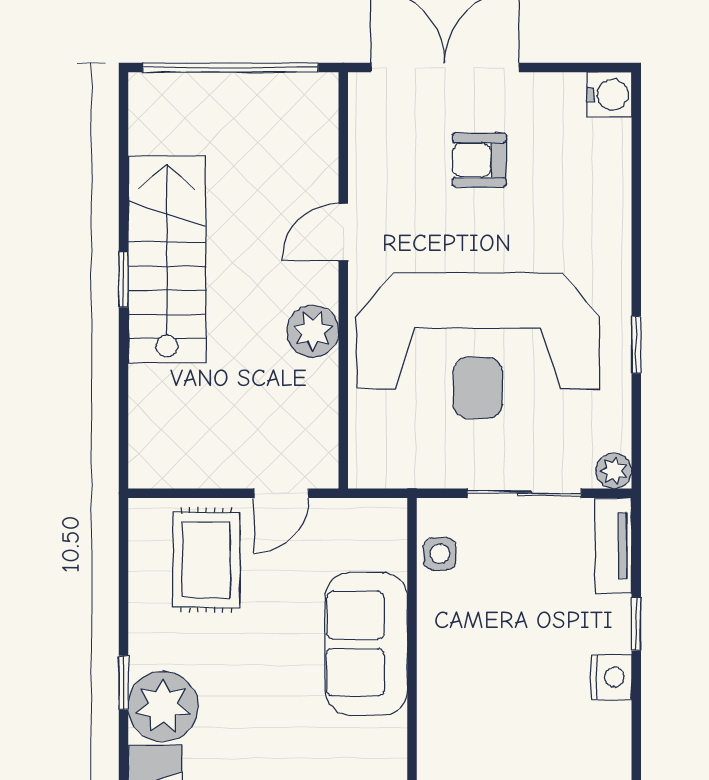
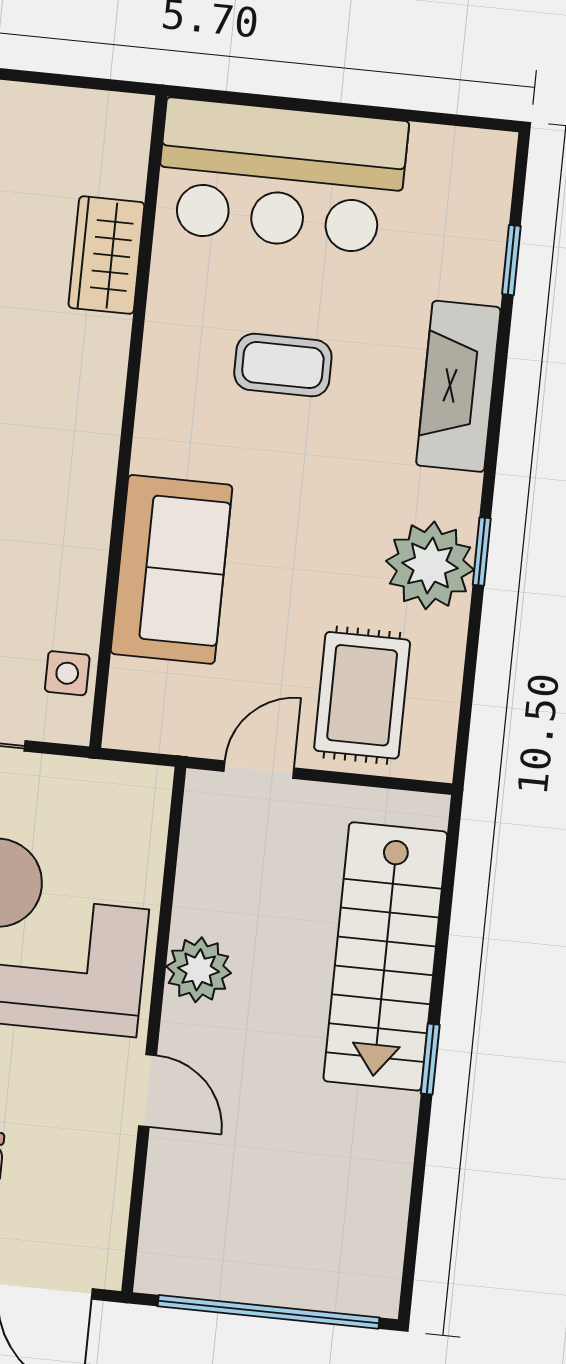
door: (343, 232) -> (148, 1091), hinge flipped
stairs: (167, 259) -> (385, 956), moved
plant: (163, 706) -> (430, 565), moved

